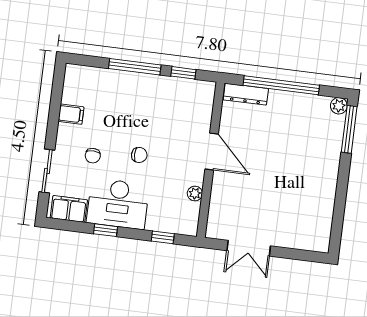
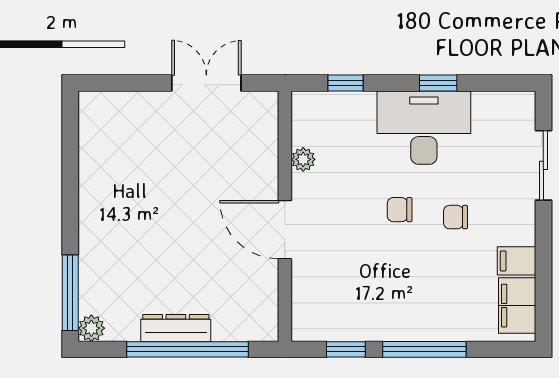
dresser: (246, 94) -> (176, 328), moved
chair: (93, 156) -> (456, 217), moved, turned -90
filing cabinet: (69, 209) -> (517, 306), moved, turned 90

